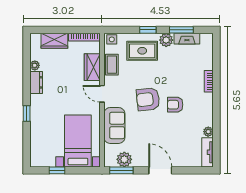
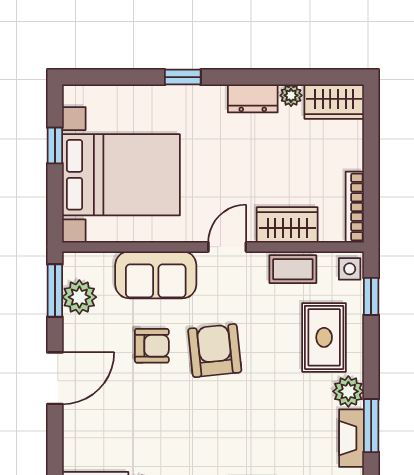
window: (148, 30) -> (371, 296), moved
wardrobe: (54, 41) -> (334, 102), moved, turned -90
armchair: (175, 105) -> (152, 346), moved, turned 90
bed with nightstands: (78, 141) -> (121, 175), width x1.36

